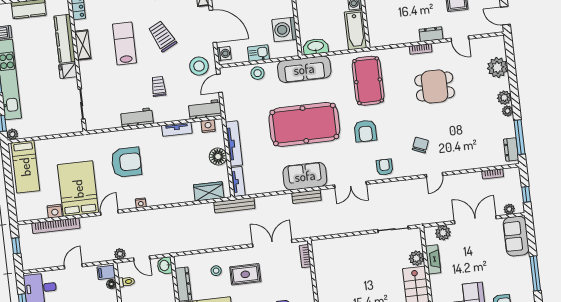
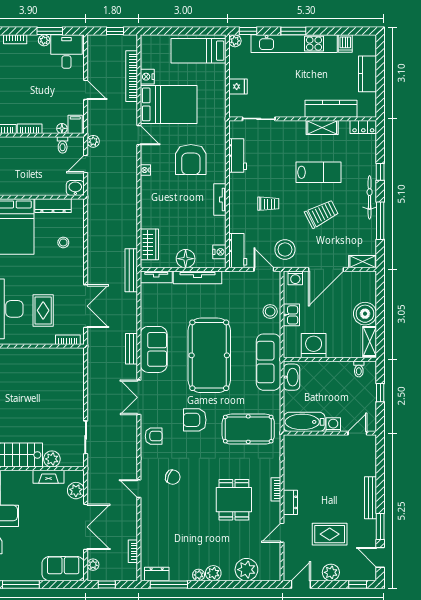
fridge: (68, 71) -> (238, 87), moved, turned 90
workbench: (137, 117) -> (238, 156), moved
tv unit: (177, 129) -> (220, 200), moved
rug: (245, 274) -> (43, 310), moved

